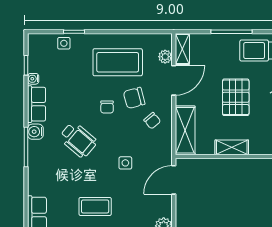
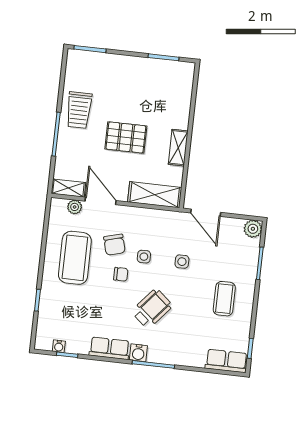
side table: (64, 43) -> (144, 257), moved
water cooler: (33, 79) -> (59, 346), moved
chair: (152, 121) -> (141, 228), removed

